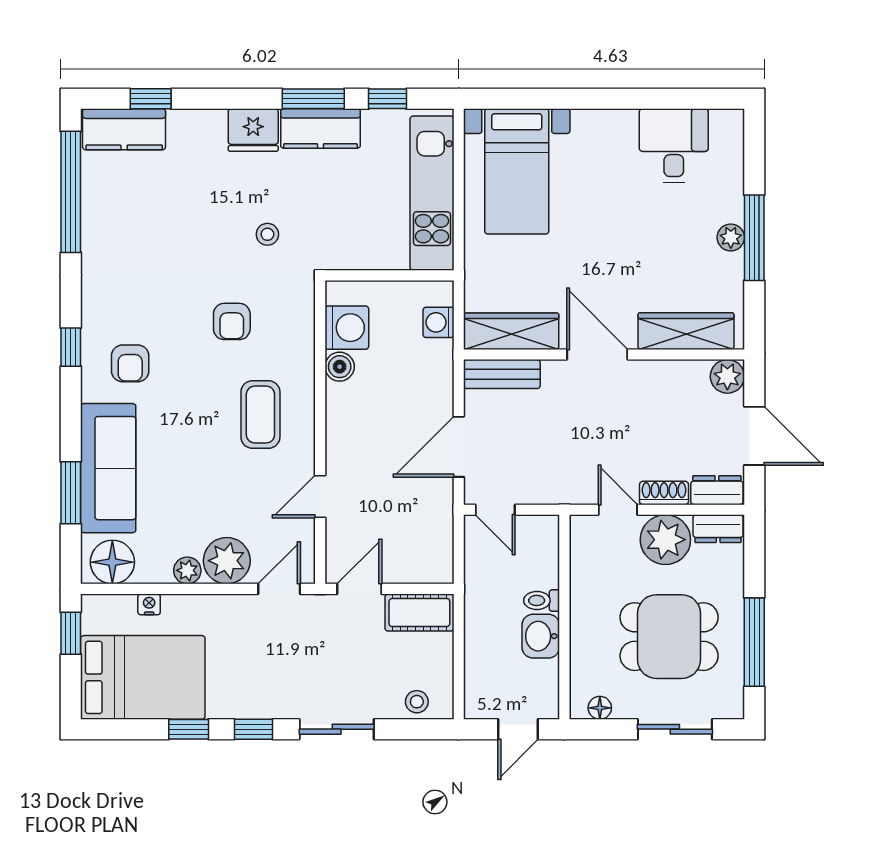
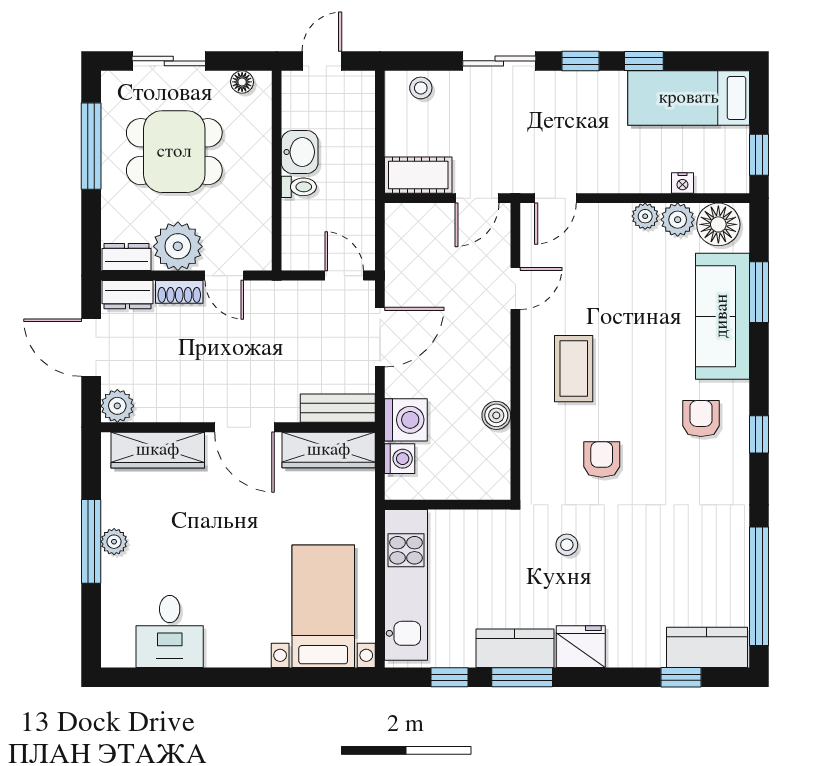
washing machine: (347, 328) -> (406, 420), moved, turned 180
plant: (227, 561) -> (678, 220), moved, width x0.73, depth x0.73
bed: (143, 677) -> (689, 98), width x0.67

